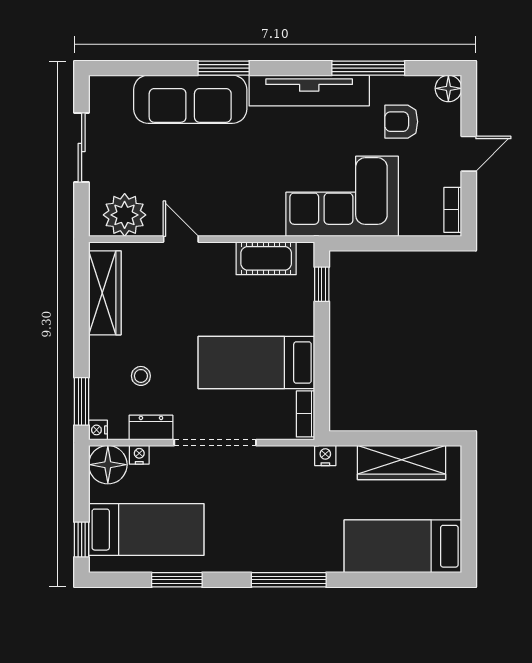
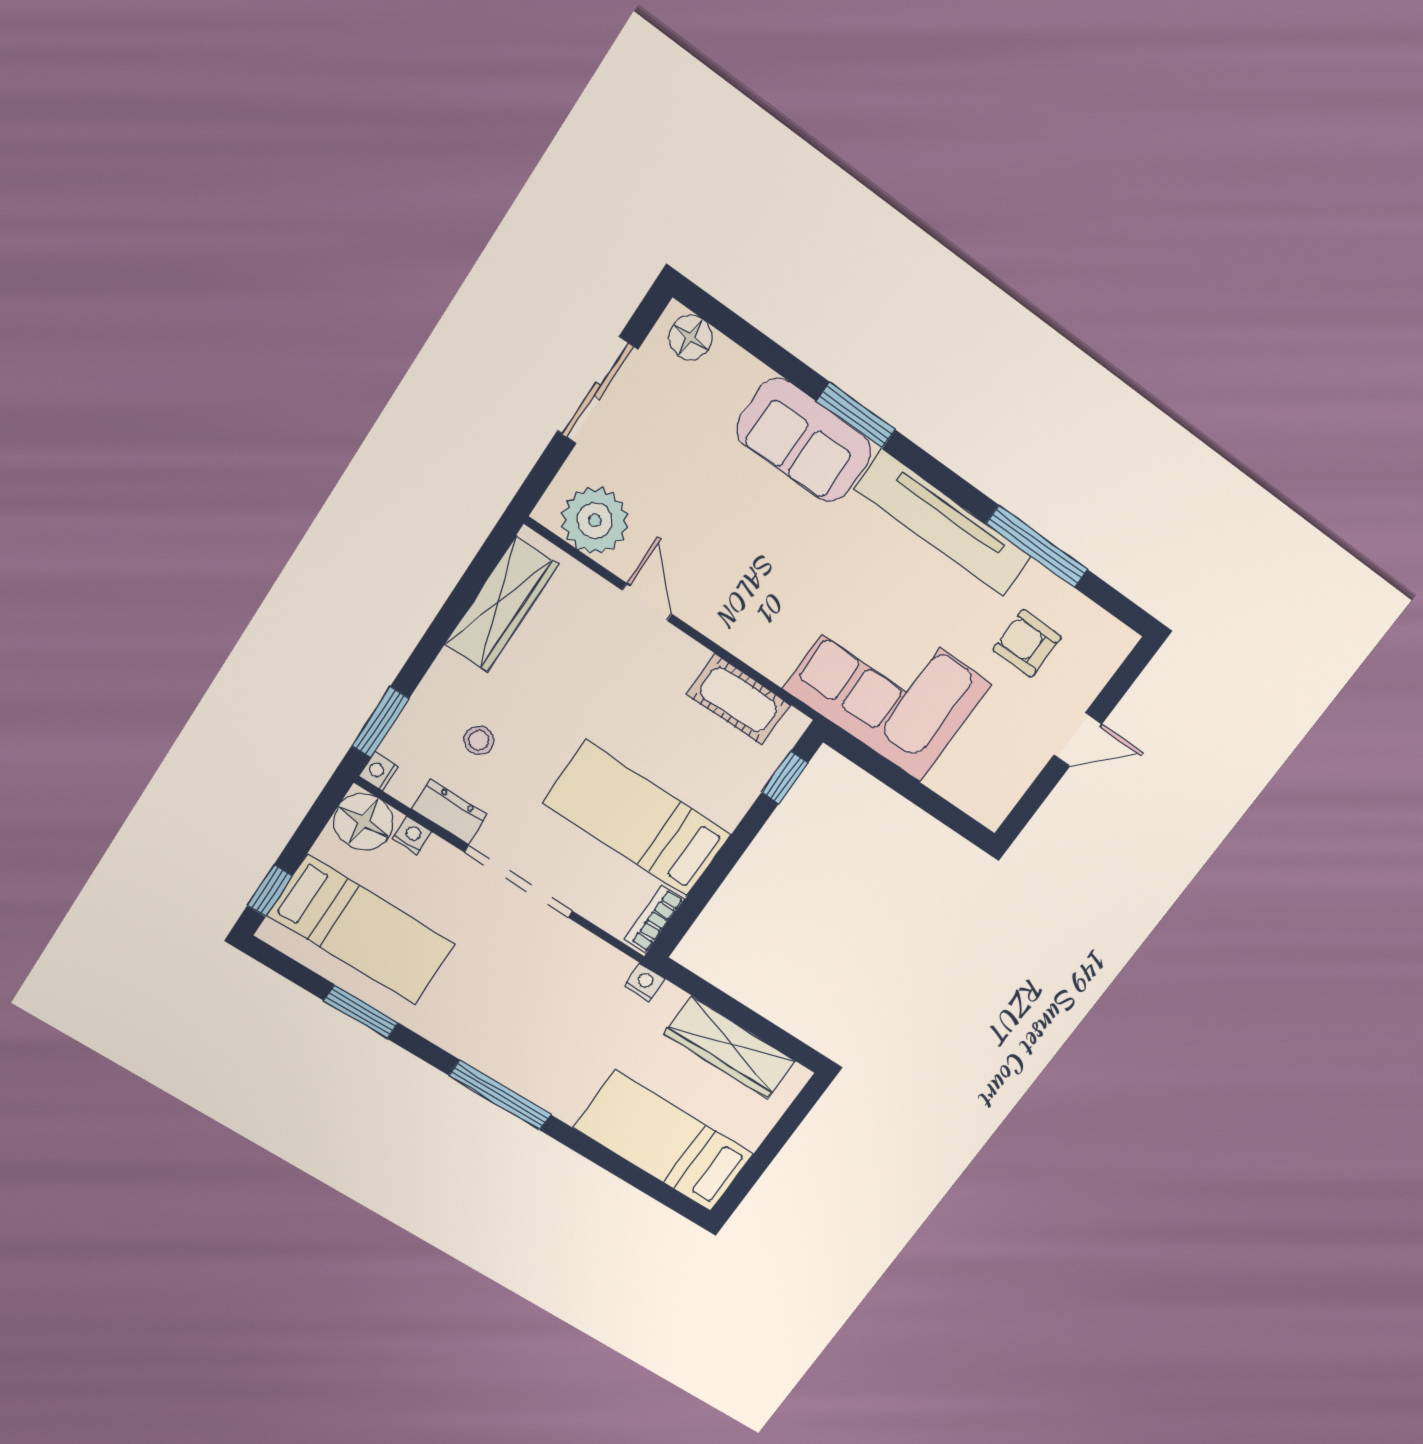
floor lamp: (448, 88) -> (691, 337), moved
sofa: (190, 99) -> (804, 440), width x0.73
bookcase: (453, 210) -> (1008, 794), removed

